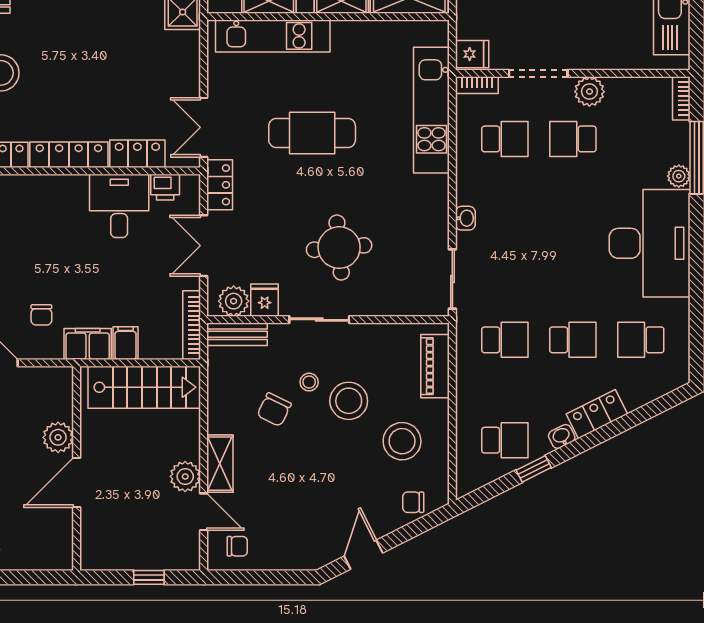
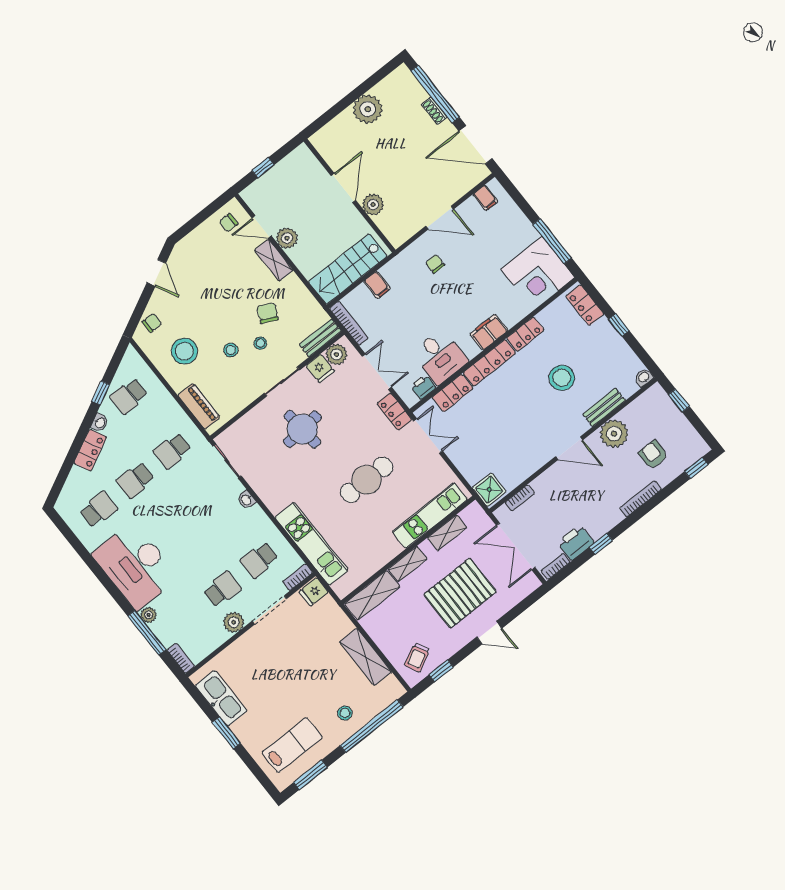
filing cabinet: (88, 344) -> (489, 332), moved, turned 180
stool: (349, 401) -> (231, 350), width x0.53, depth x0.53

